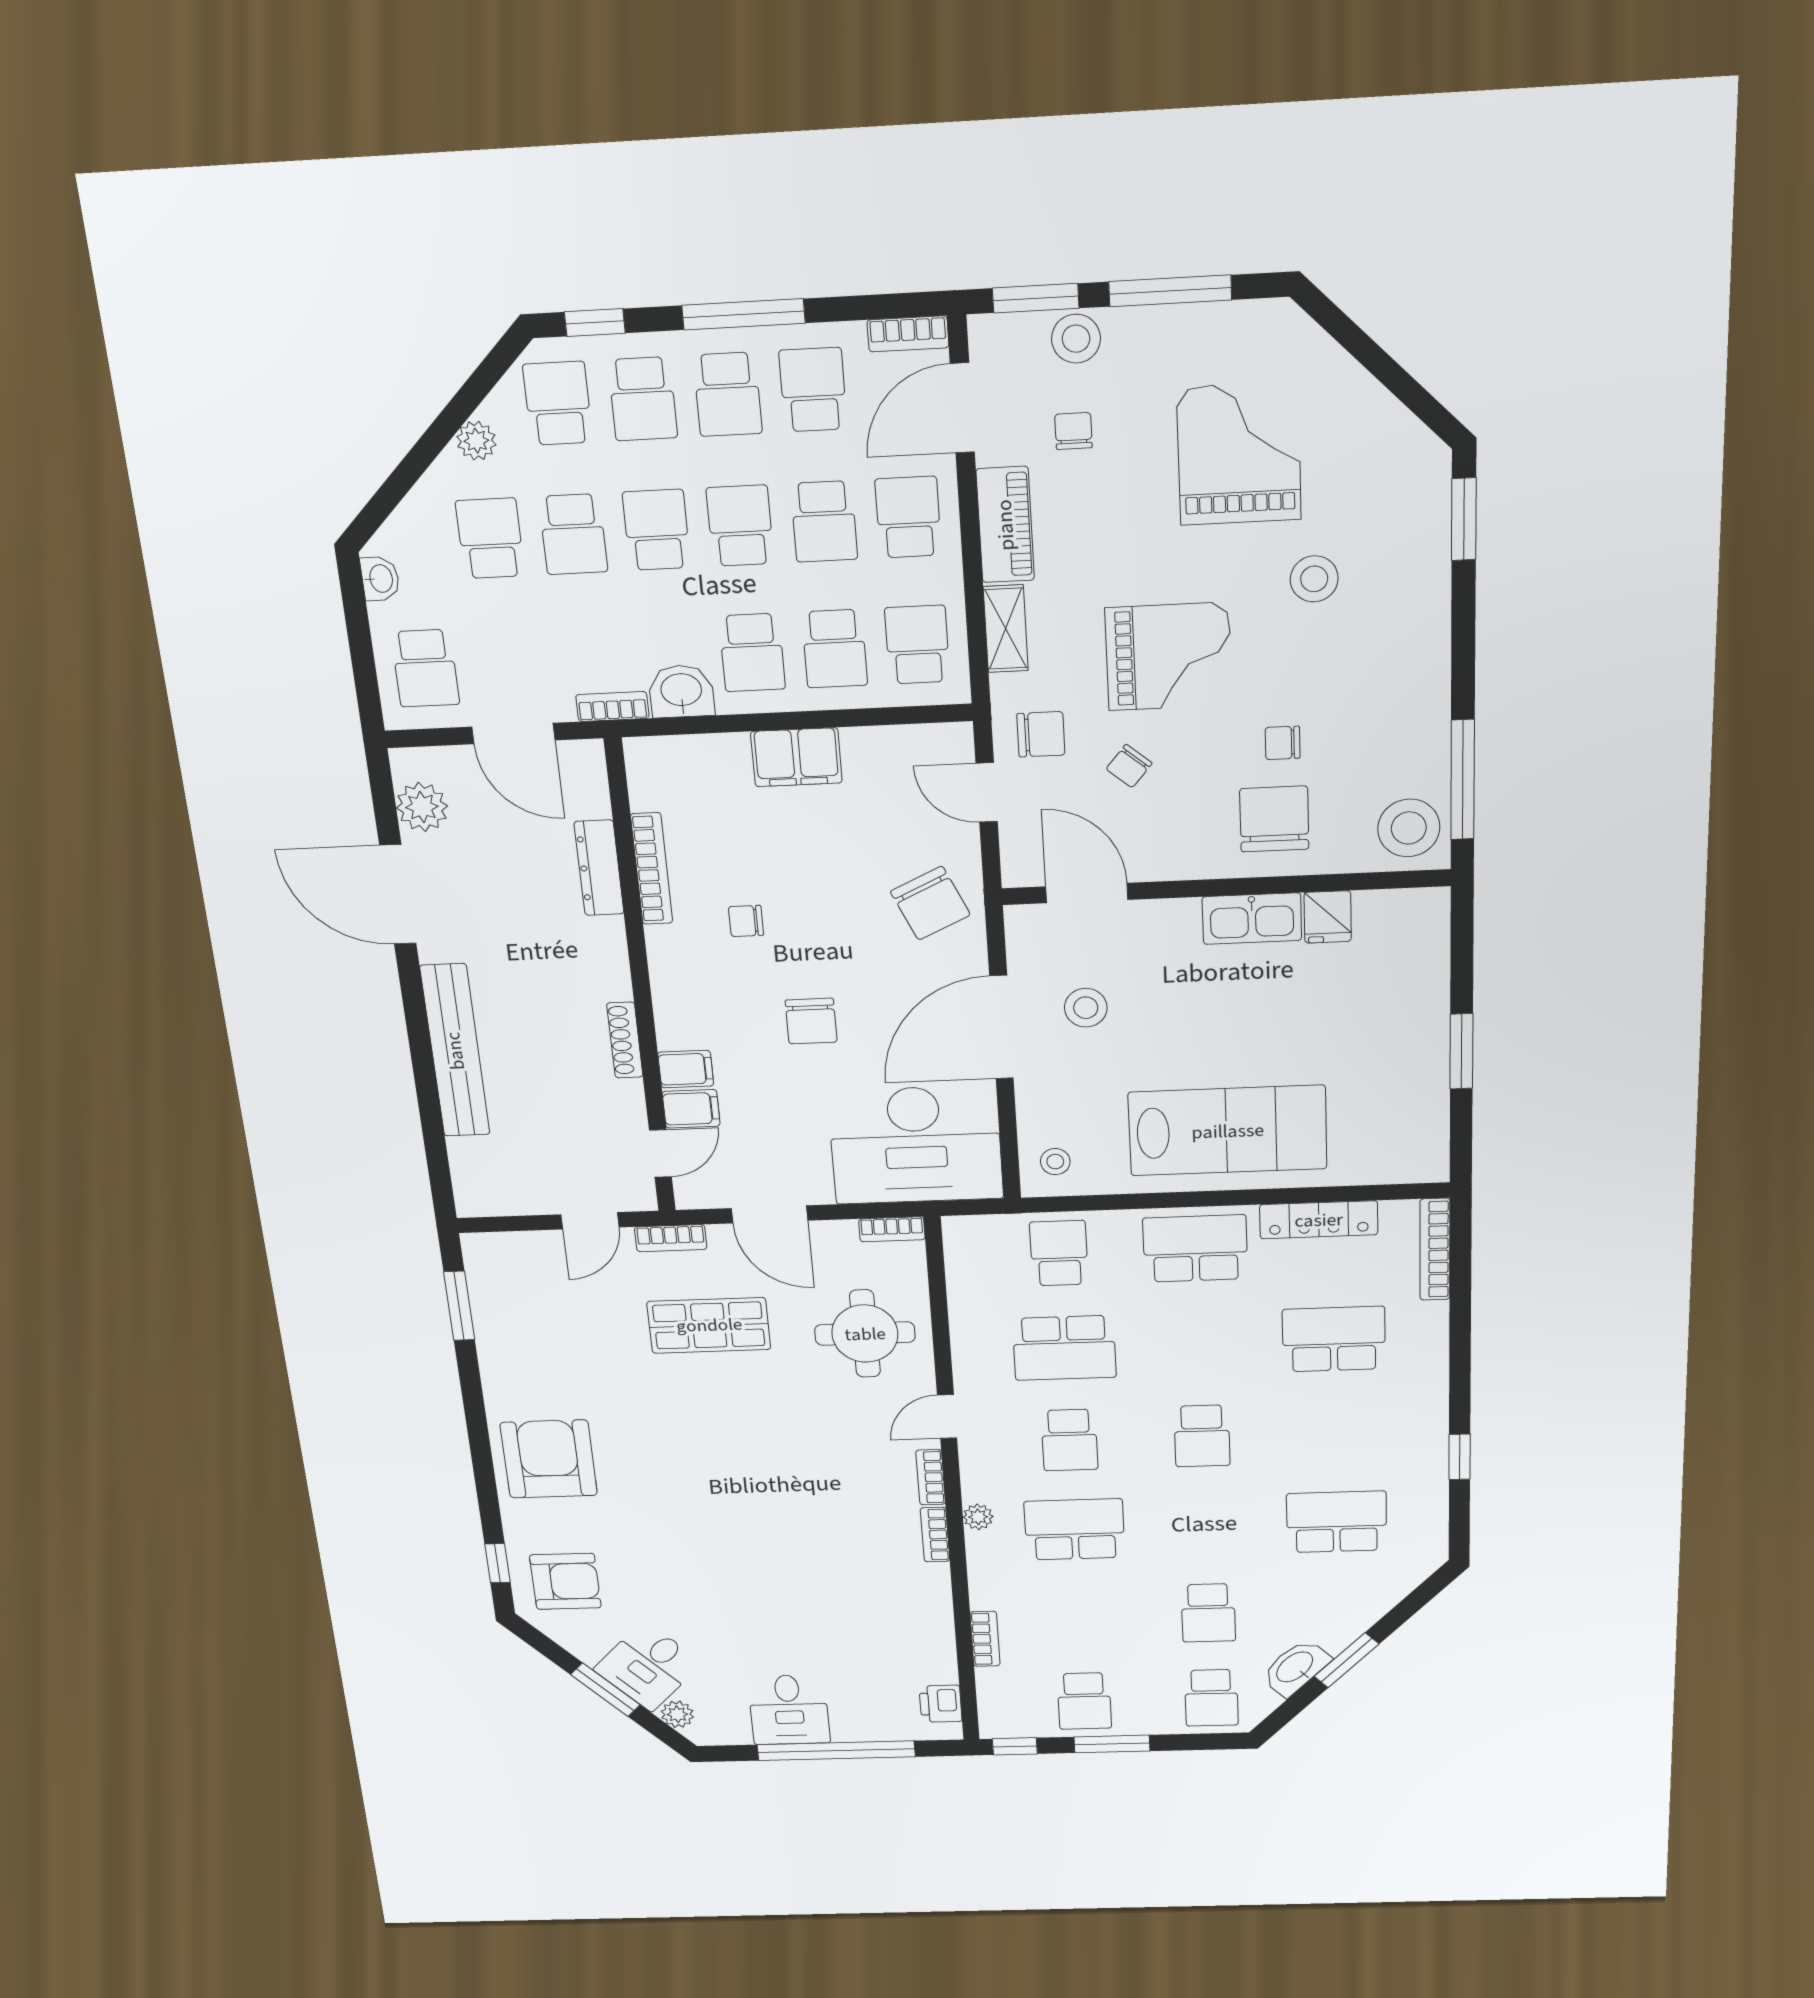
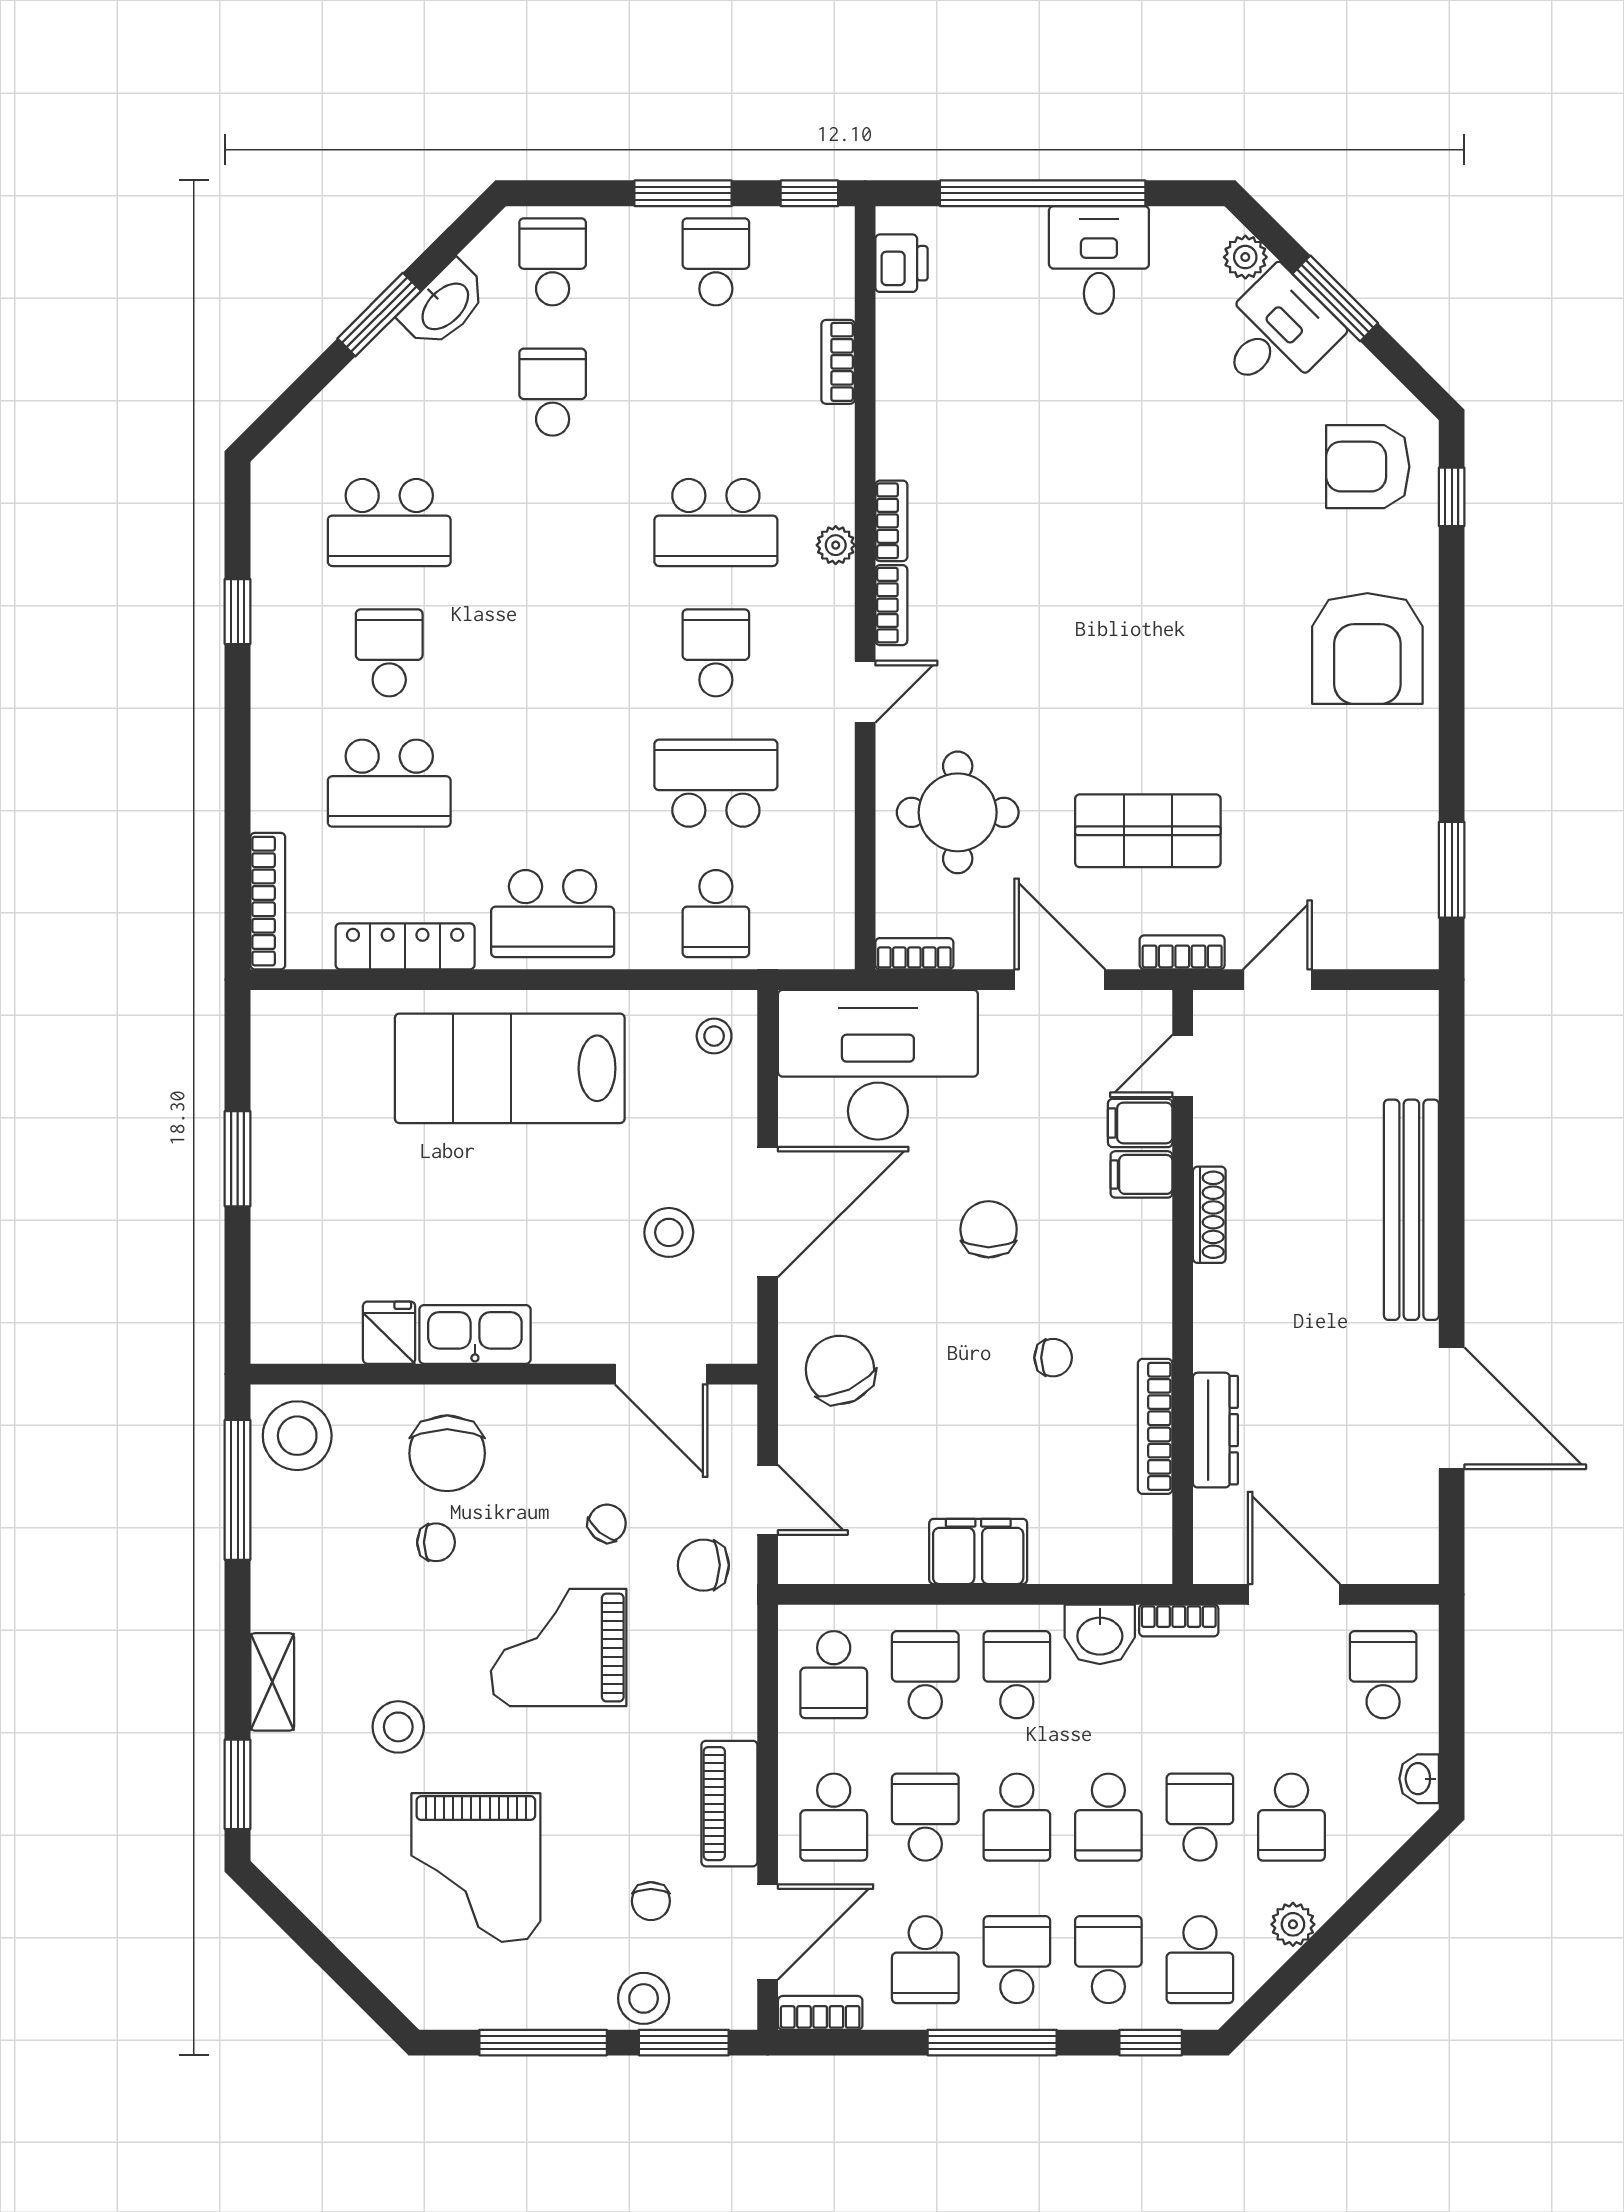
shelving: (1006, 629) -> (272, 1682), moved
plant: (422, 807) -> (1409, 1513), removed
school desk: (1202, 1436) -> (389, 653), moved

